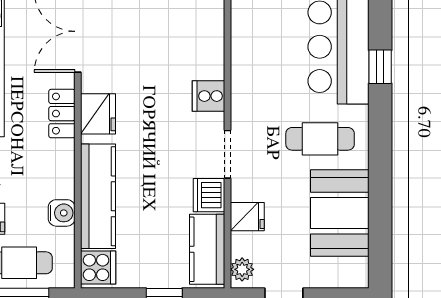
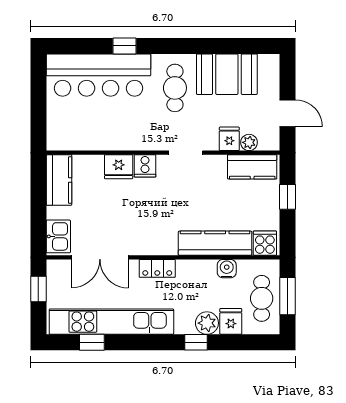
fridge: (98, 114) -> (119, 167), moved, turned 180
dishwasher: (209, 195) -> (214, 166), removed
plant: (242, 269) -> (249, 142), moved

